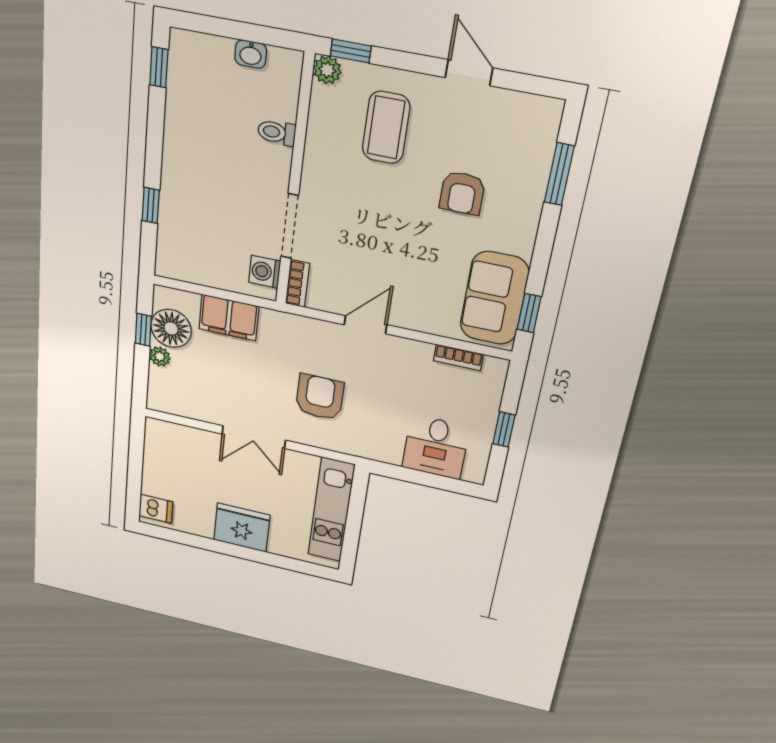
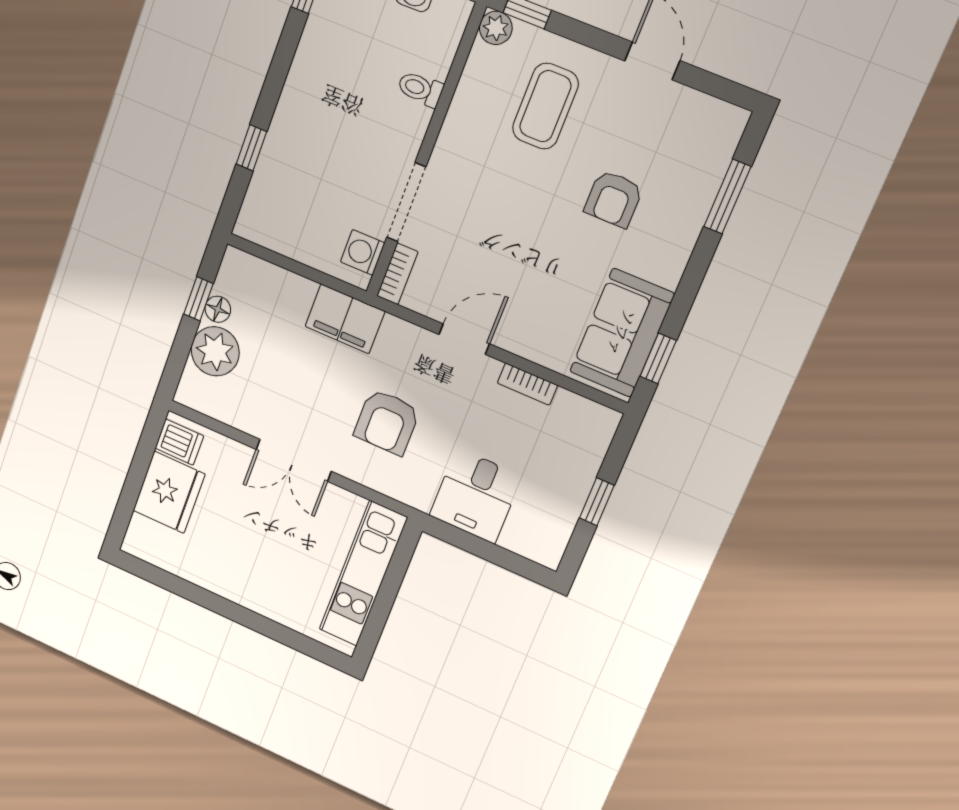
filing cabinet: (229, 318) -> (345, 319), moved
floor lamp: (171, 328) -> (218, 309), width x0.53, depth x0.53
plant: (160, 356) -> (215, 351), width x1.87, depth x1.87
bookcase: (458, 357) -> (527, 384), moved
armchair: (320, 397) -> (387, 422), turned 180
desk: (436, 447) -> (476, 496), moved
dishwasher: (156, 509) -> (179, 442), moved
fridge: (242, 528) -> (169, 492), moved, turned 90

